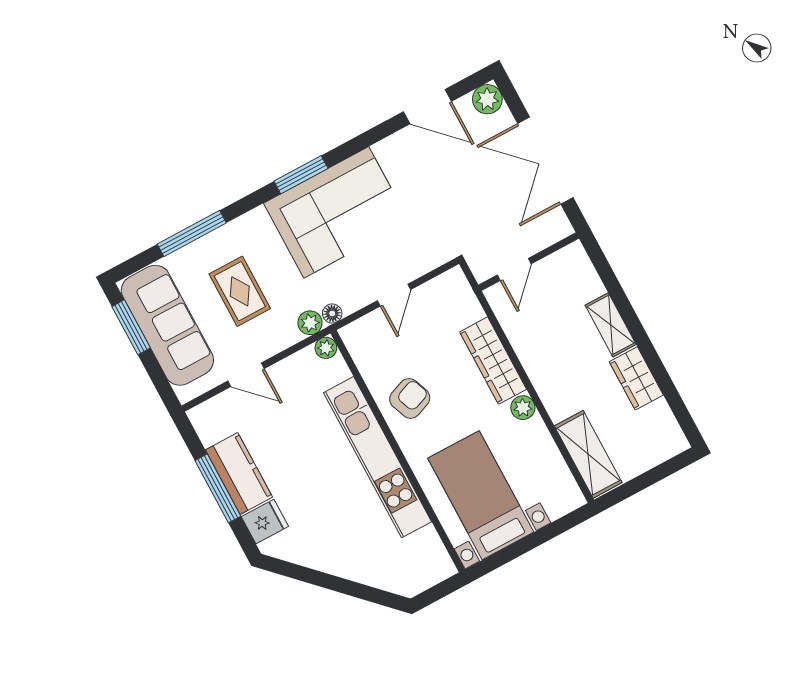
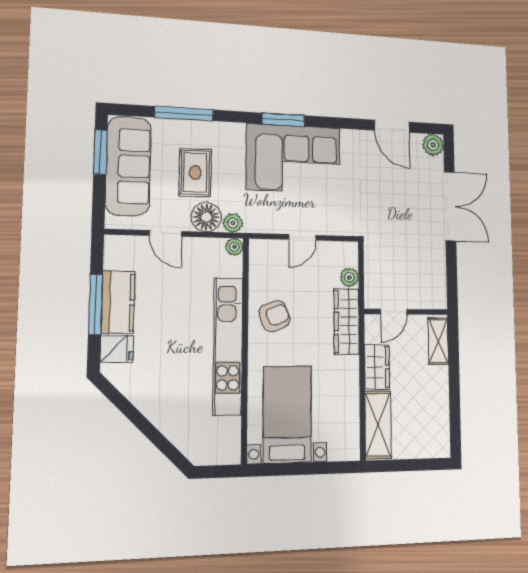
double door: (545, 161) -> (450, 206), swing flipped
wall: (529, 262) -> (406, 312), moved
door: (514, 269) -> (394, 312), moved
floor lamp: (332, 313) -> (206, 217), moved, width x1.89, depth x1.89
wardrobe: (636, 378) -> (377, 367), moved, turned 180
plant: (523, 408) -> (349, 277), moved

